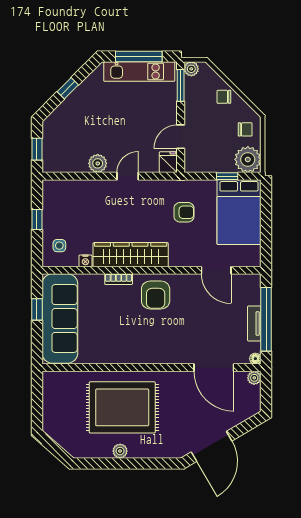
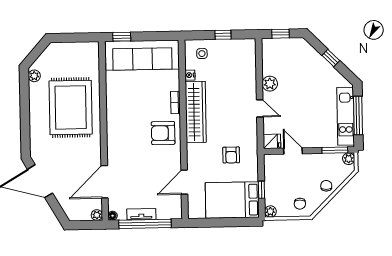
plant: (248, 159) -> (270, 211), width x0.53, depth x0.53
window: (37, 309) -> (122, 37), moved
plant: (120, 451) -> (34, 76), moved

